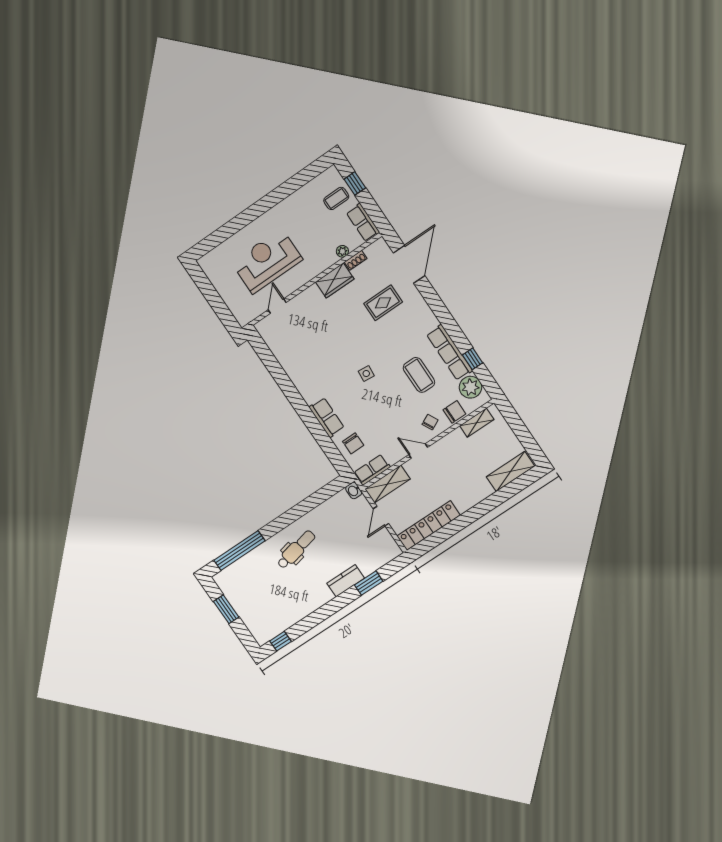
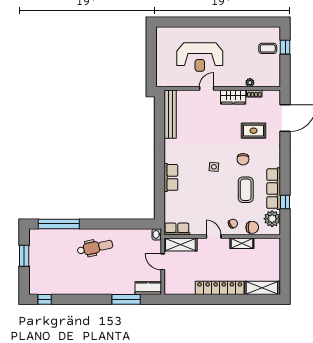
row of seats: (363, 222) -> (274, 74), removed
reception desk: (267, 261) -> (200, 57), turned 180
door: (277, 306) -> (207, 88), moved
bench: (278, 348) -> (170, 114), added
shelving: (477, 423) -> (242, 243), moved
chair: (353, 443) -> (243, 159), moved
door: (381, 516) -> (163, 262), hinge flipped
locker: (428, 526) -> (220, 288), moved
kitchen counter: (346, 581) -> (148, 288), moved
window: (369, 583) -> (126, 299), width x1.44

